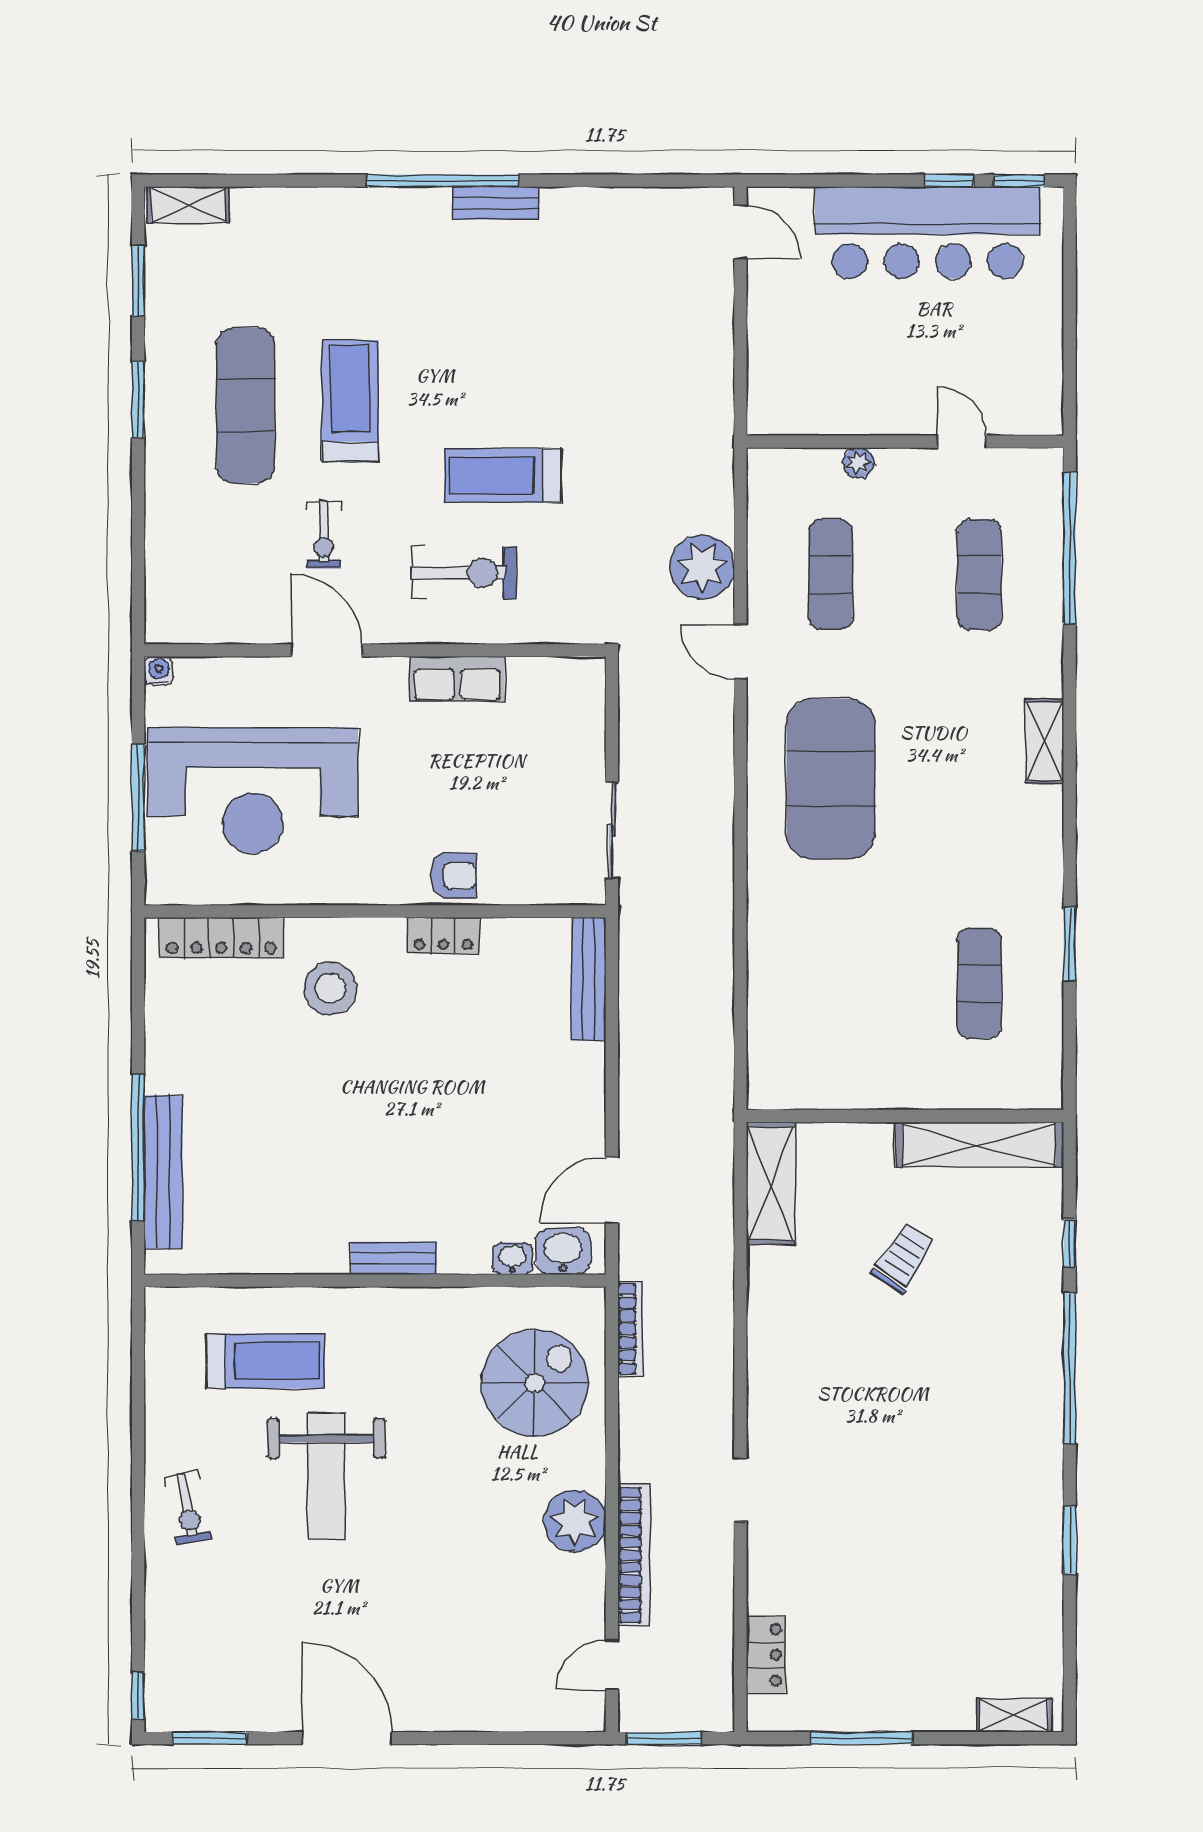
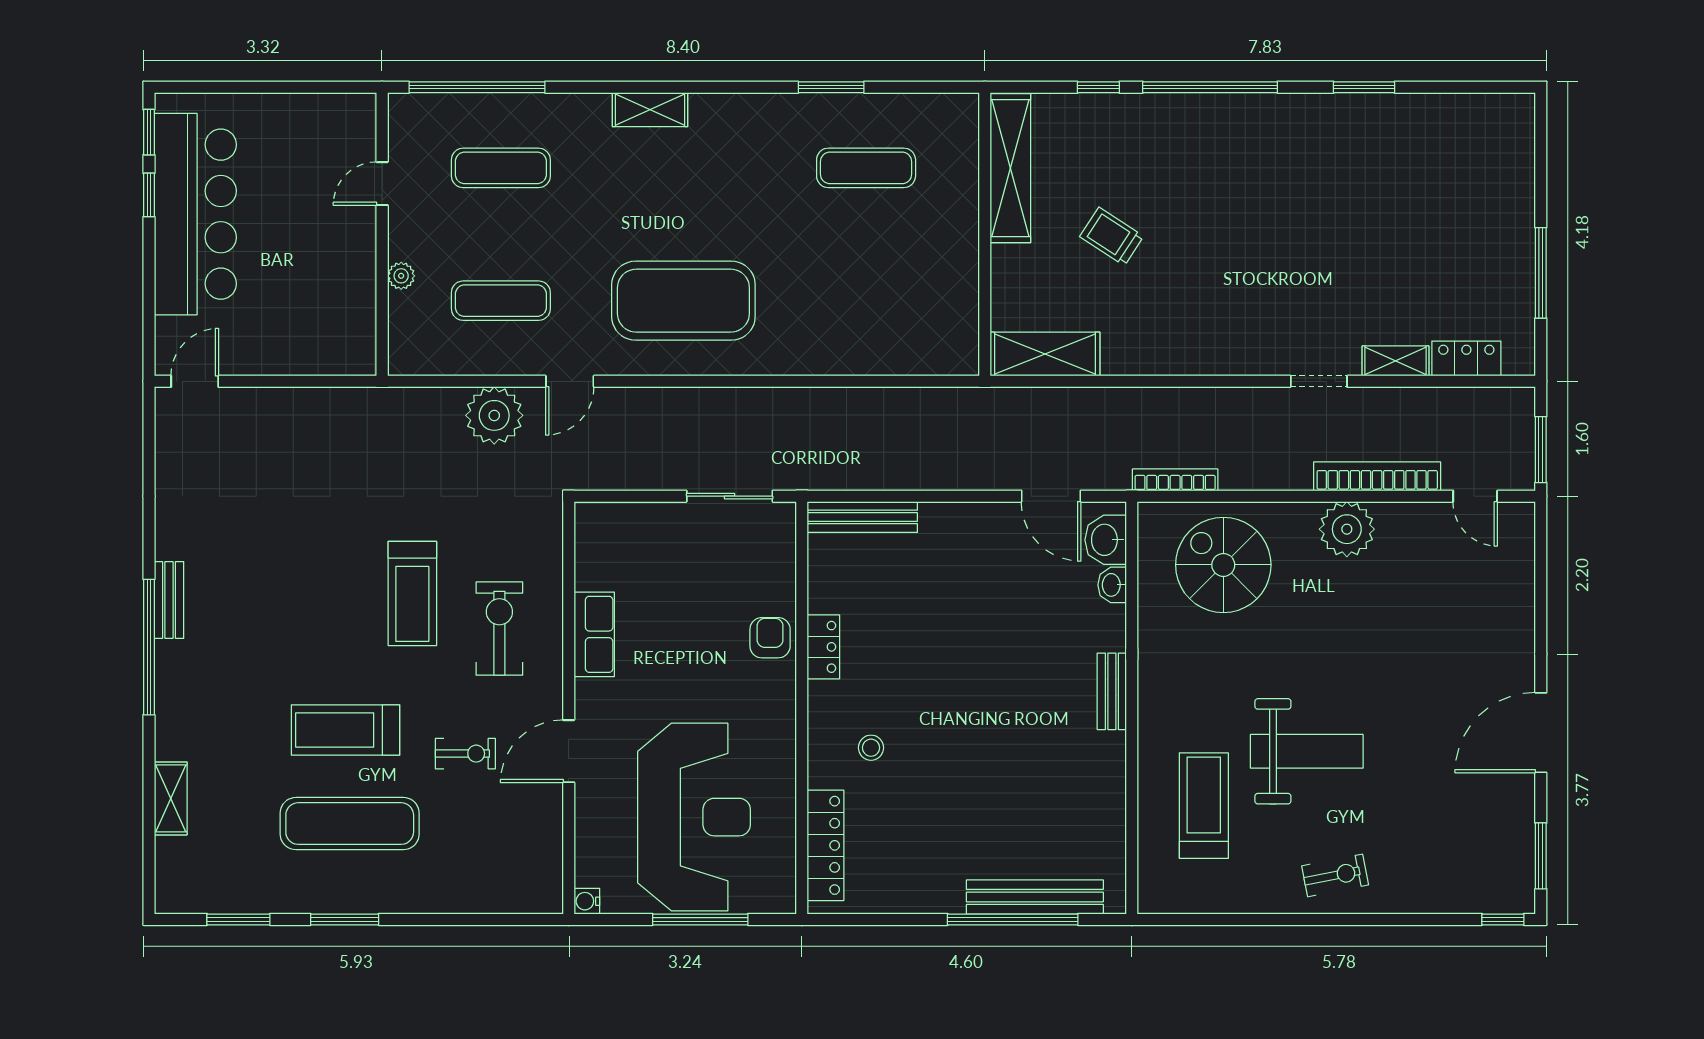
shelving: (189, 205) -> (171, 798), moved
stool: (330, 989) -> (871, 748), width x0.53, depth x0.53
shelving: (1014, 1715) -> (1396, 361), moved, turned 90

